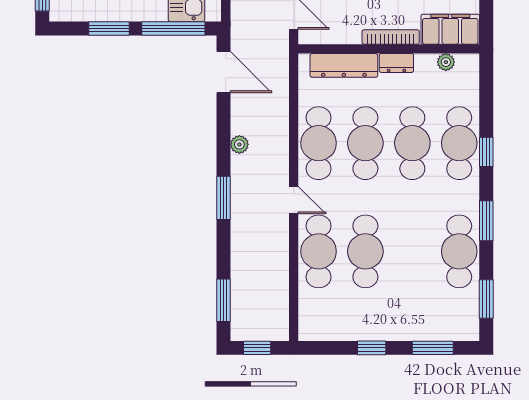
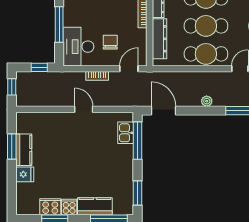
window: (109, 28) -> (137, 193), moved
door: (223, 72) -> (164, 111), hinge flipped

